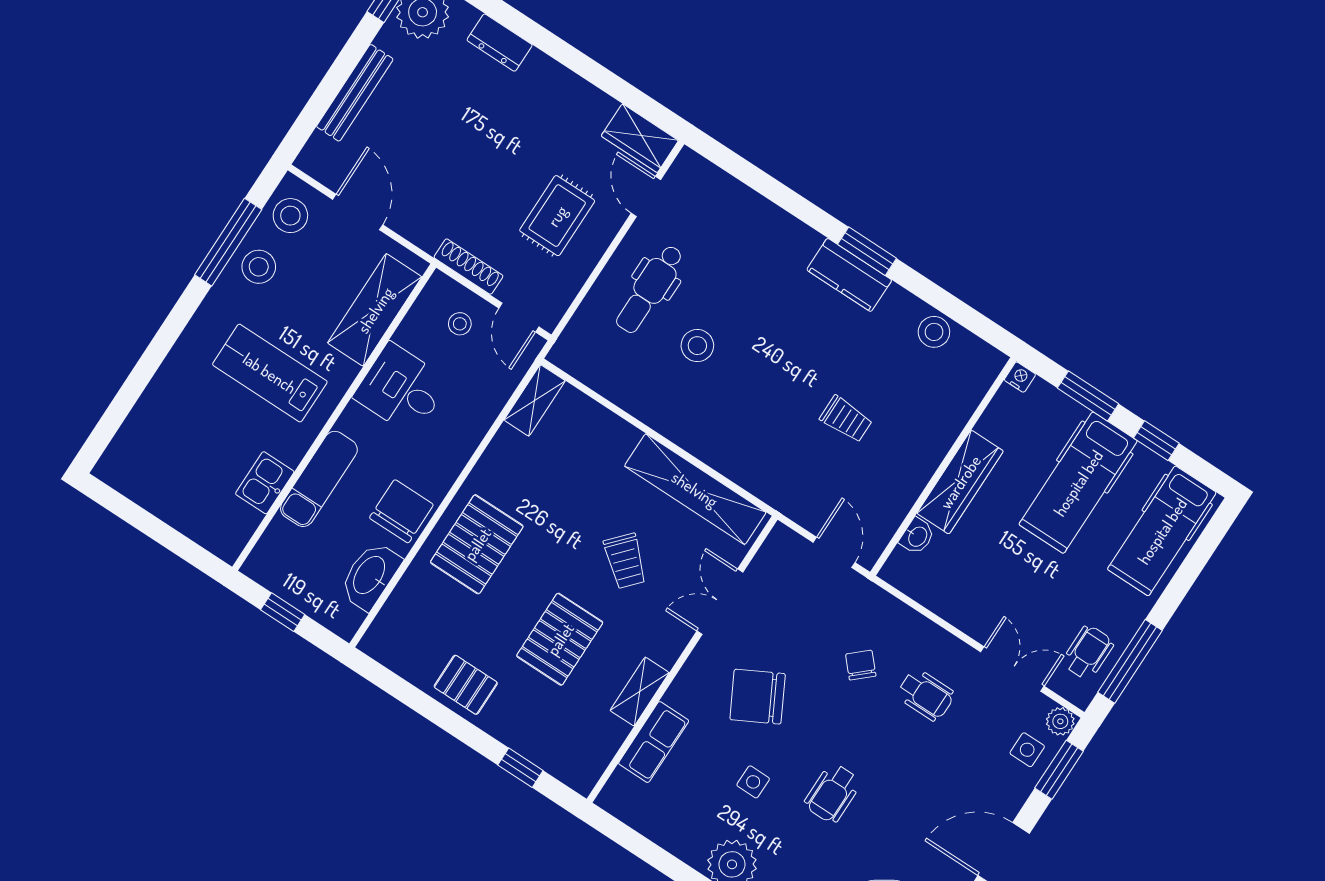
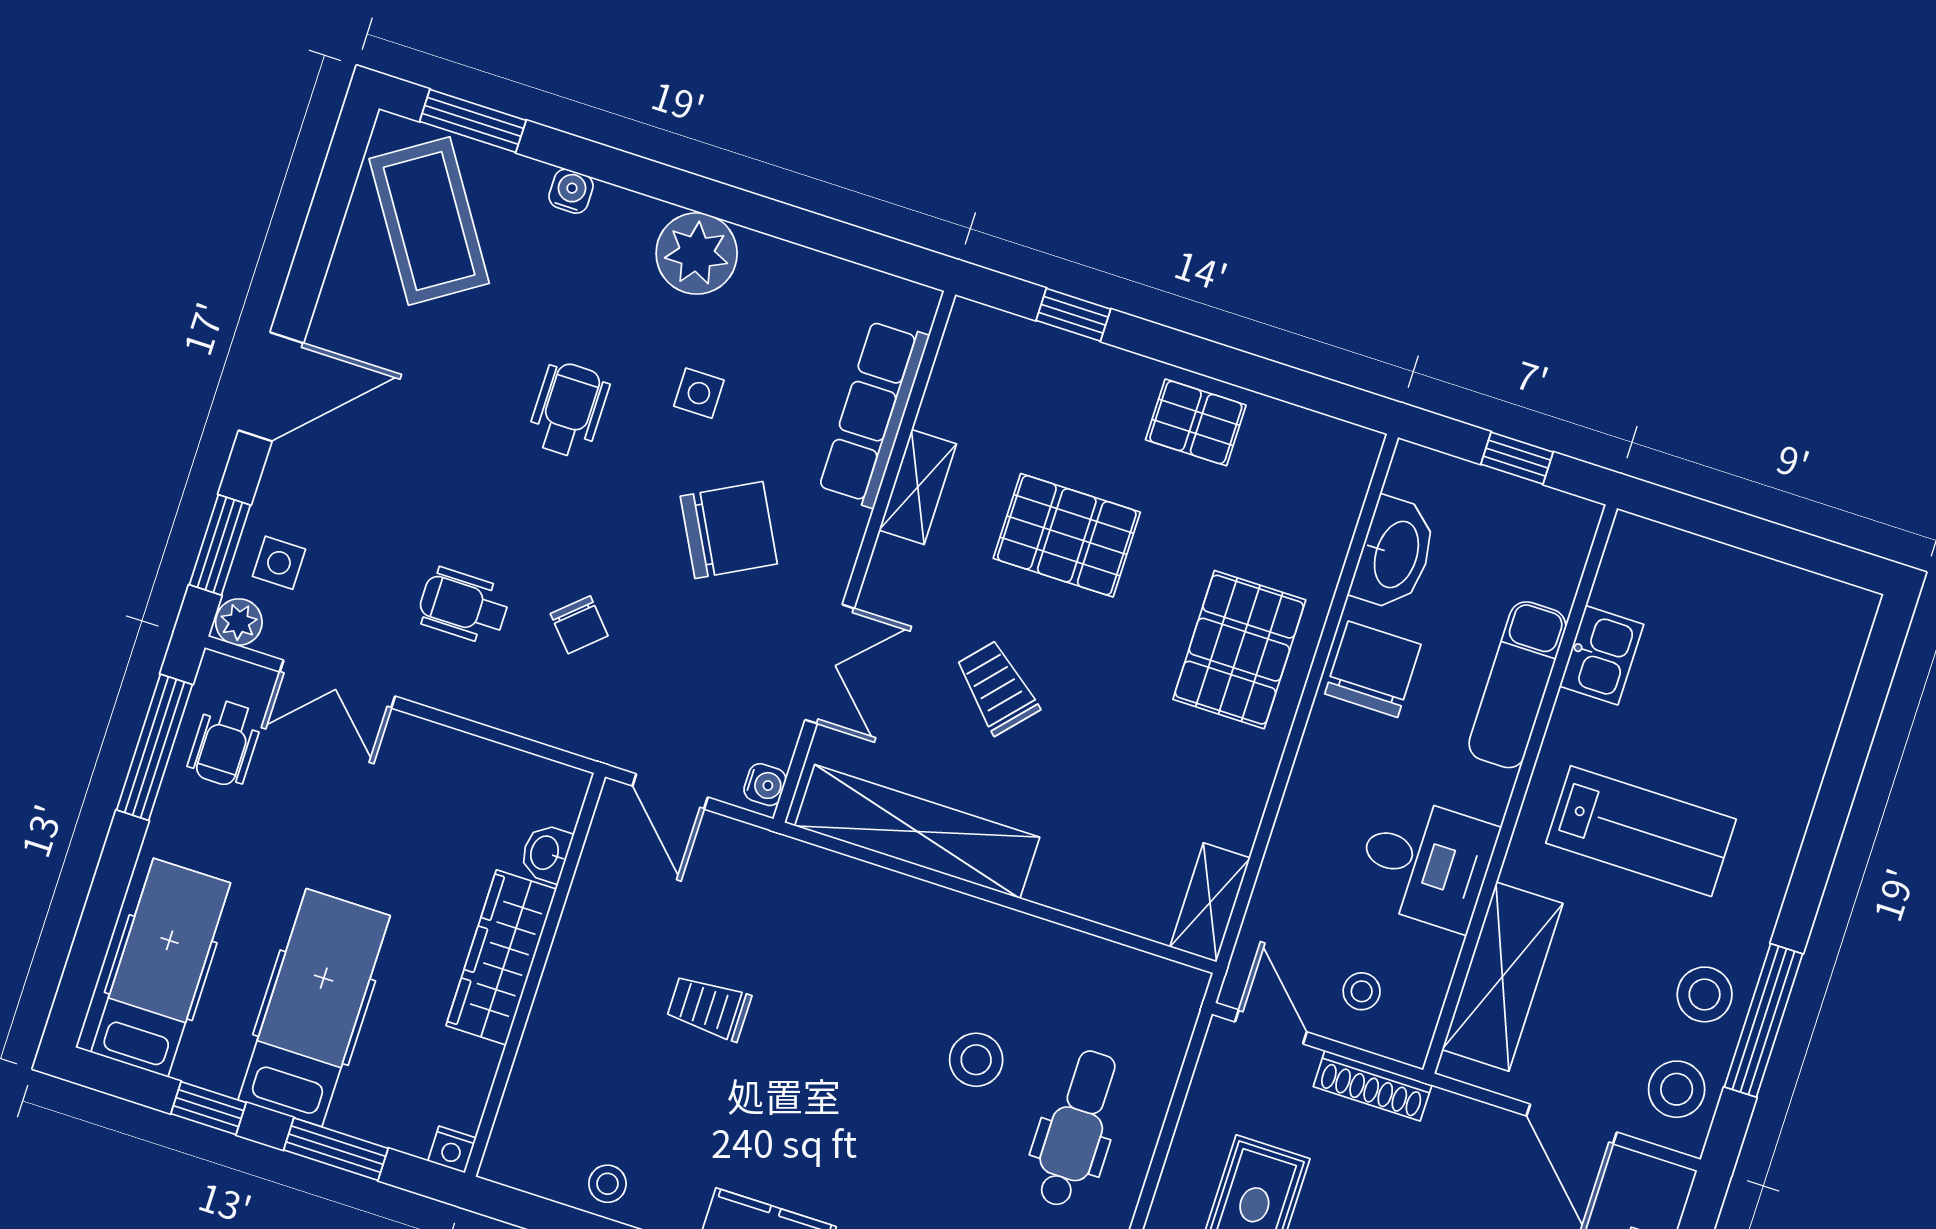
stool: (934, 332) -> (607, 1184), width x0.73, depth x0.73
chair: (401, 511) -> (1373, 669), turned 180
water cooler: (777, 541) -> (765, 785), added
pallet: (560, 639) -> (1067, 535), turned 90
row of seats: (654, 742) -> (874, 413), width x1.48

